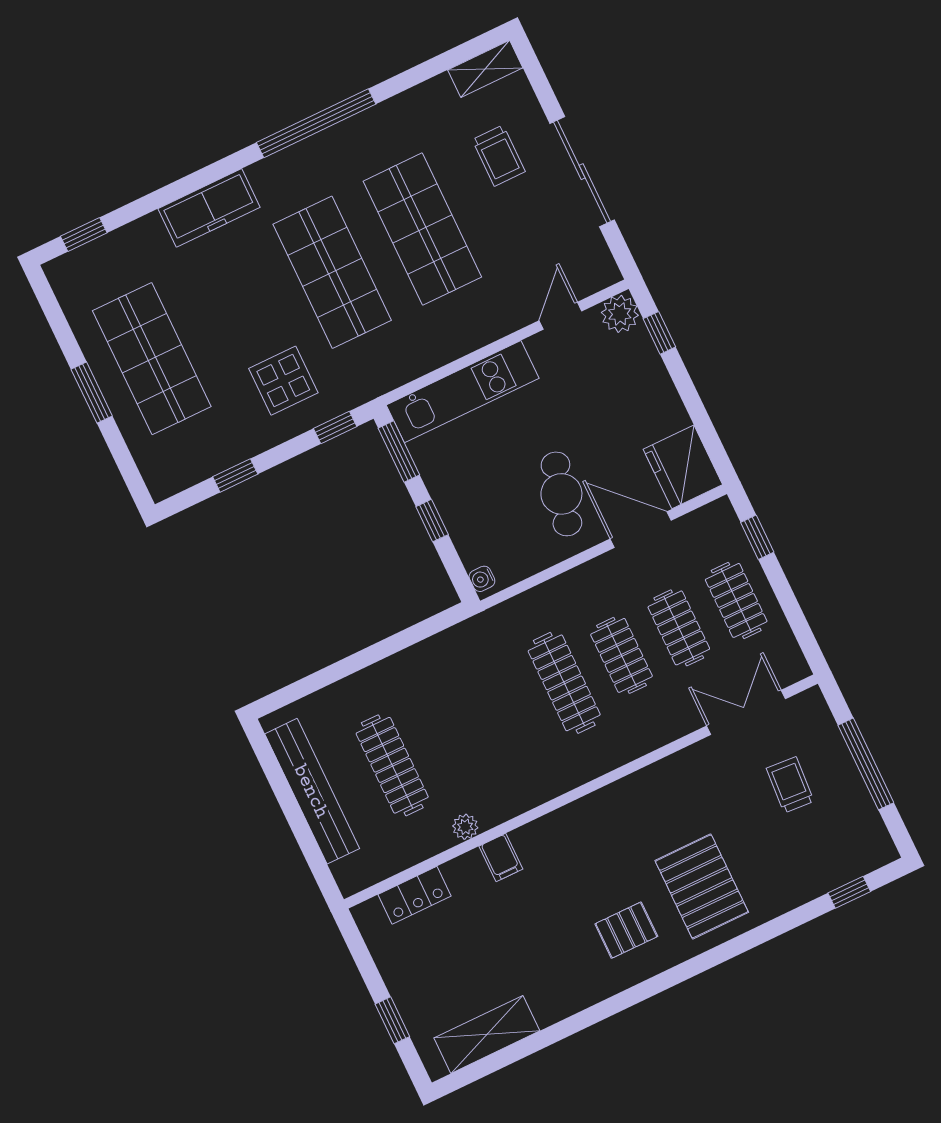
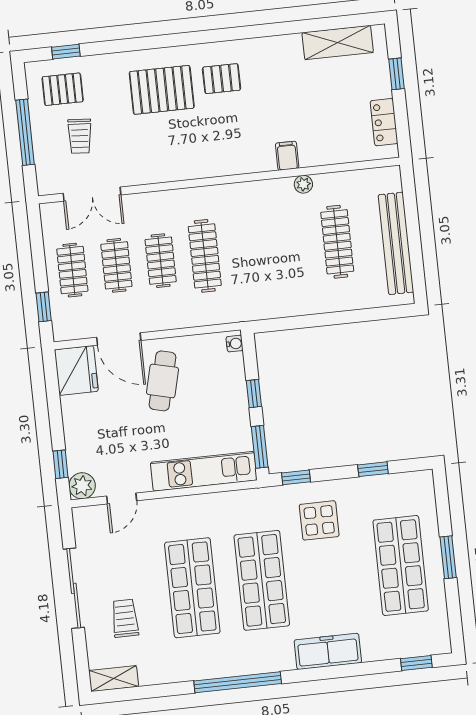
pallet: (836, 840) -> (63, 89), added
pallet: (702, 886) -> (162, 90), turned 90
locker: (414, 895) -> (384, 122), moved, turned -90

